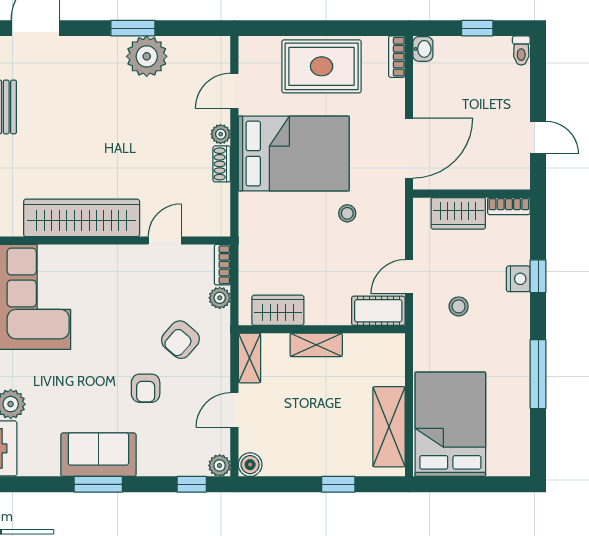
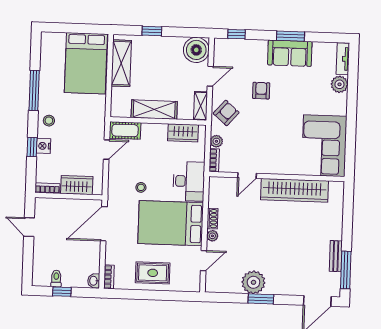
toilet: (521, 51) -> (56, 278), moved
rug: (322, 66) -> (153, 273), width x0.73, depth x0.70
desk: (265, 227) -> (189, 181), added
stool: (459, 306) -> (49, 121), moved
armchair: (180, 340) -> (226, 113), moved
shelving: (316, 345) -> (154, 109), width x1.50, depth x1.33
plant: (219, 465) -> (220, 44), removed
boiler: (250, 465) -> (196, 50), width x1.86, depth x1.86

